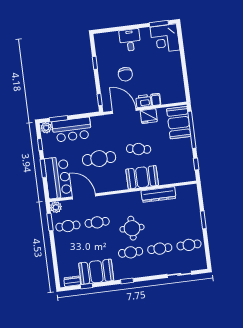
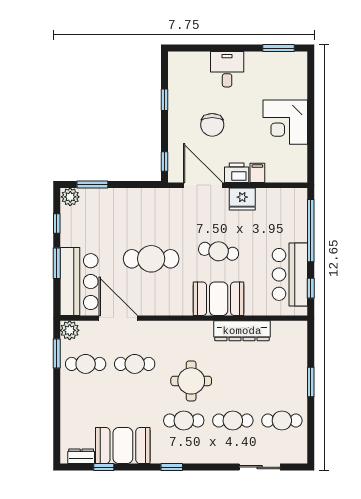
corner desk: (165, 39) -> (285, 122), moved
booth: (179, 123) -> (290, 216), removed
bar counter: (72, 130) -> (290, 274), moved, turned 90

